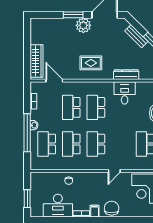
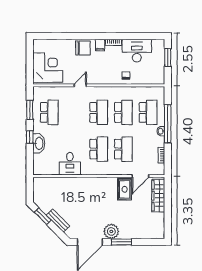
rug: (91, 63) -> (125, 189), moved, turned 90
dresser: (126, 75) -> (68, 182), removed
door: (54, 81) -> (140, 176), hinge flipped
chair: (112, 208) -> (83, 48), turned -90

